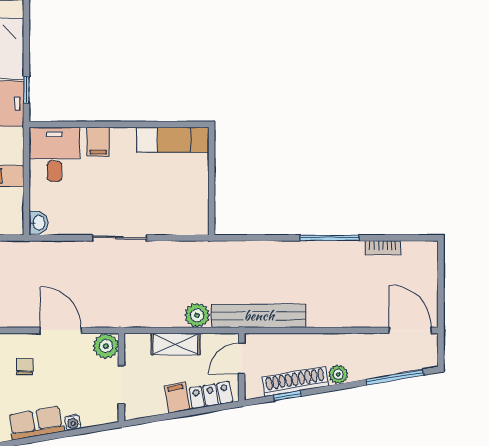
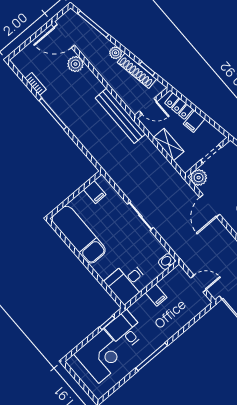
exam couch: (173, 140) -> (79, 235), width x1.36, depth x1.45
filing cabinet: (98, 142) -> (95, 192), moved, turned 90
plant: (197, 315) -> (75, 64), moved
door: (410, 330) -> (64, 36), hinge flipped

